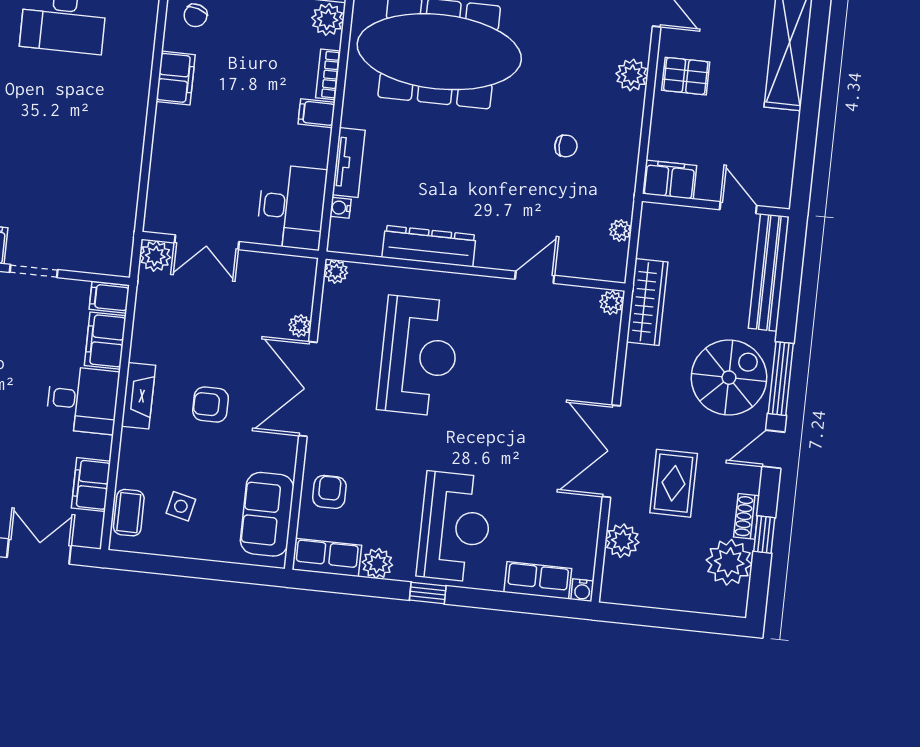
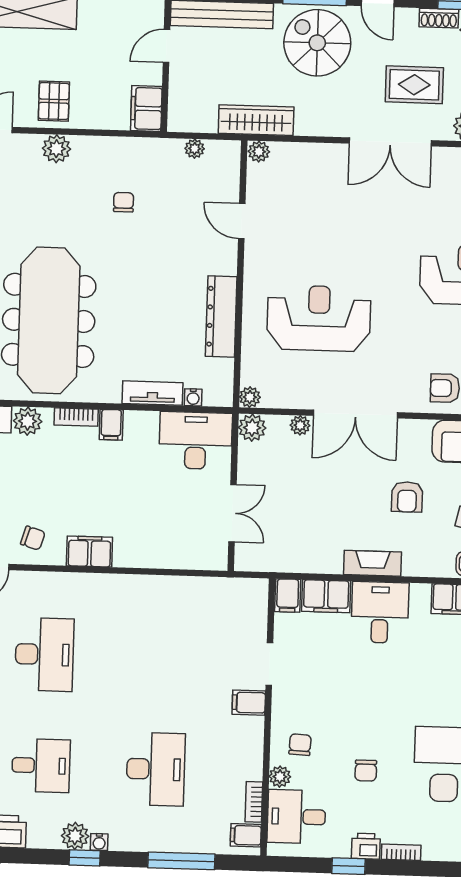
plant: (155, 256) -> (252, 428), moved
armchair: (211, 405) -> (407, 497), moved

